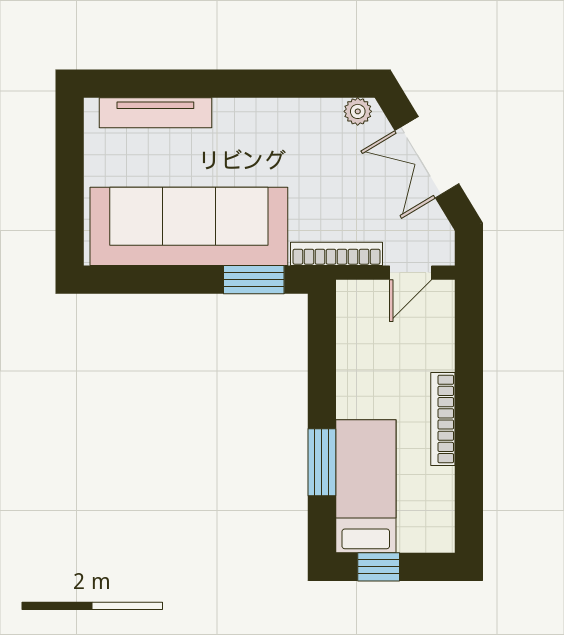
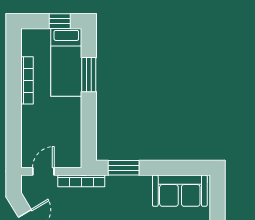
sofa: (189, 226) -> (180, 191), width x0.54, depth x0.79
bookcase: (443, 419) -> (27, 80), moved

